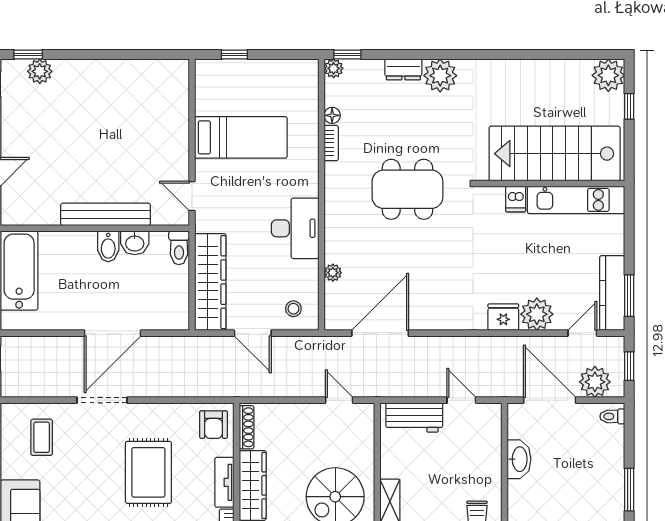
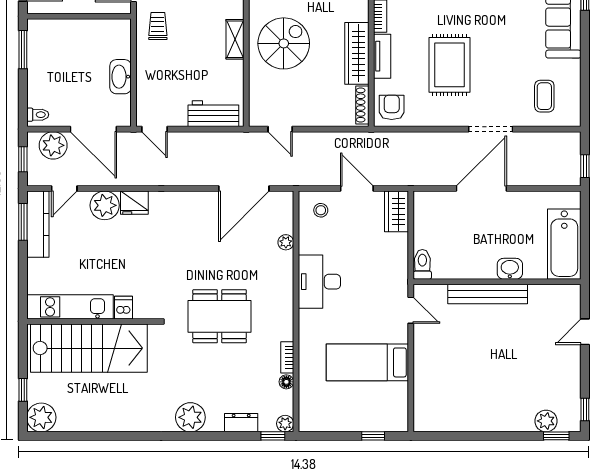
dresser: (403, 69) -> (241, 423), moved
washbasin: (135, 243) -> (510, 269), moved
bidet: (108, 246) -> (485, 266), removed
wardrobe: (210, 282) -> (397, 211), width x0.48, depth x0.85
door: (461, 400) -> (155, 129), moved

